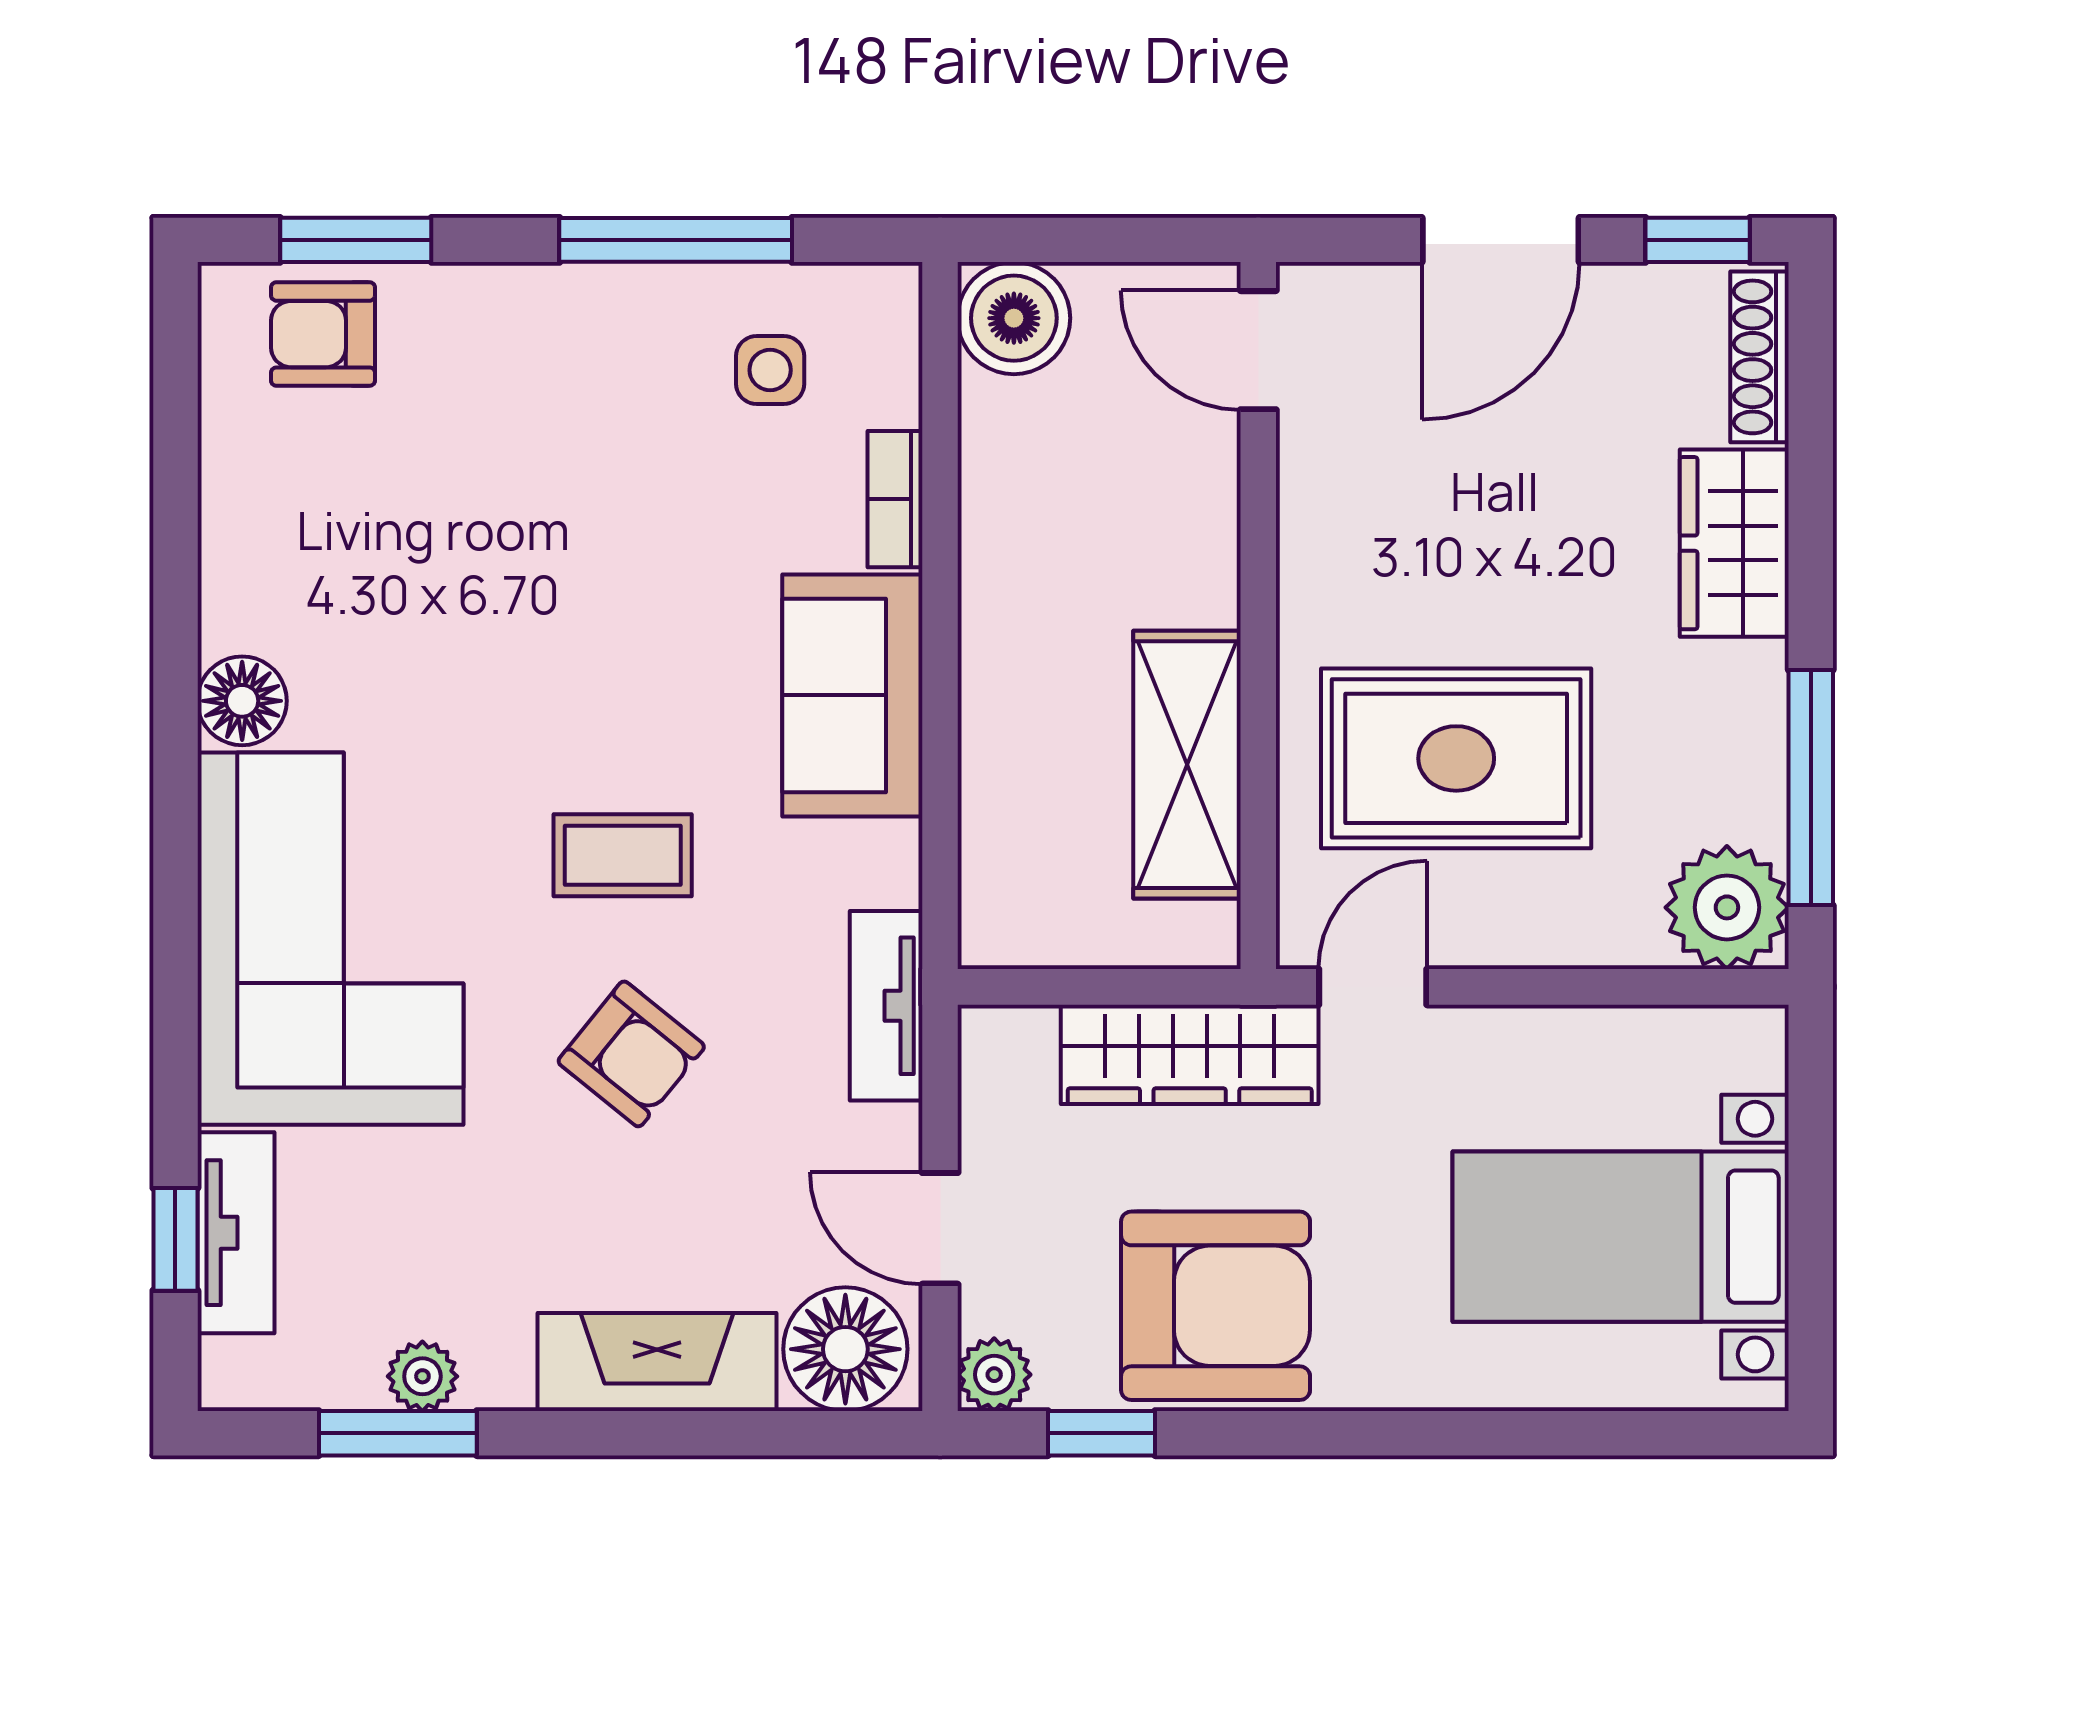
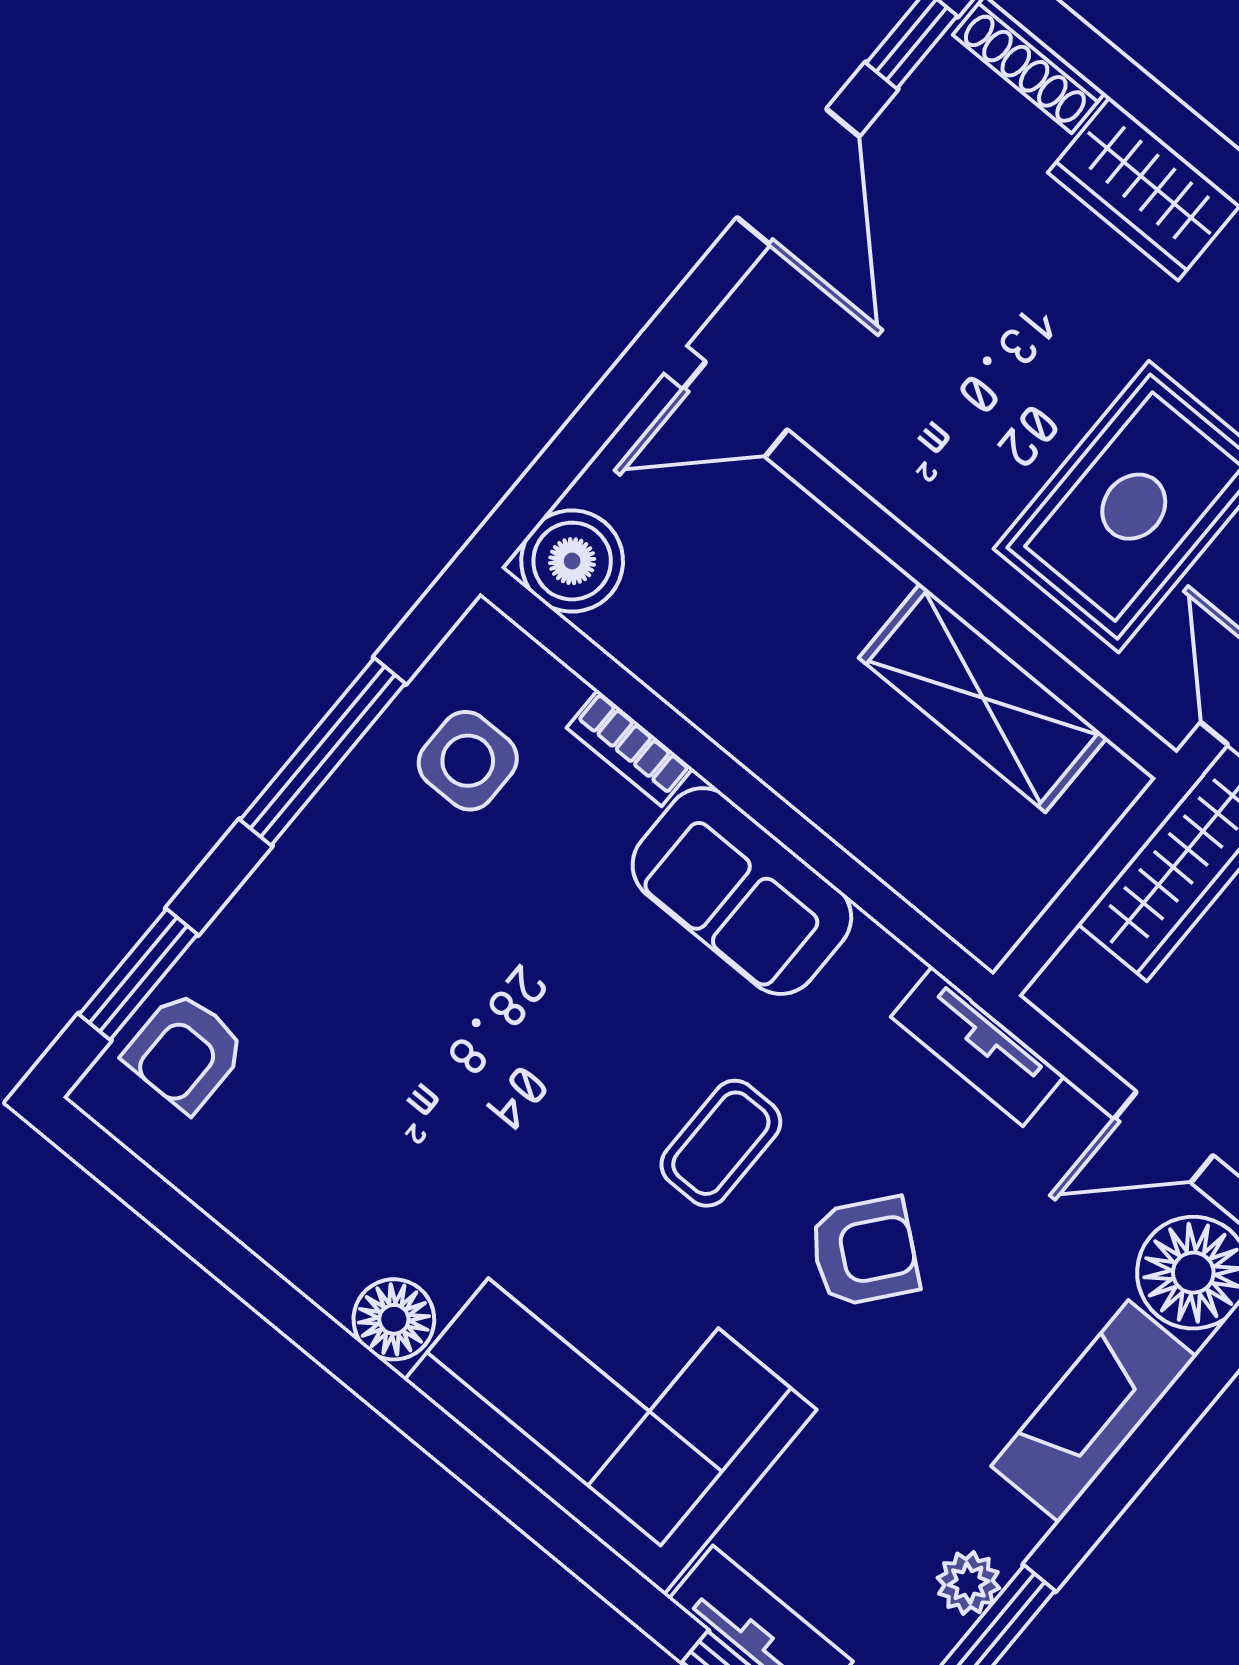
side table: (770, 370) -> (468, 761), width x1.37, depth x1.37

